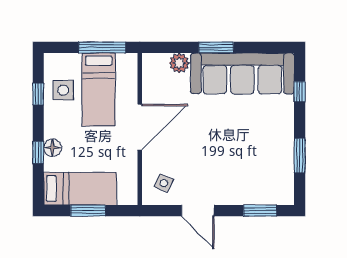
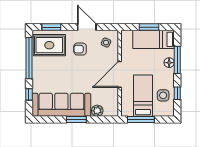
window: (38, 153) -> (177, 60), width x2.17
window: (300, 156) -> (29, 58), width x2.11
armchair: (209, 172) -> (80, 49), added
rug: (264, 179) -> (49, 45), added

